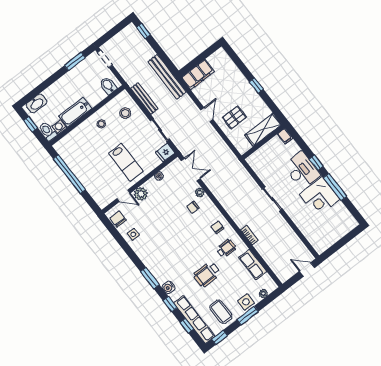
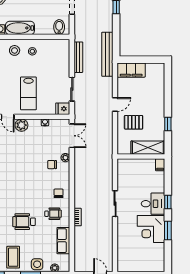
window: (256, 85) -> (168, 124), moved
stool: (125, 113) -> (15, 50), moved
desk: (302, 171) -> (153, 204), width x0.73
window: (335, 187) -> (168, 231), width x0.69

